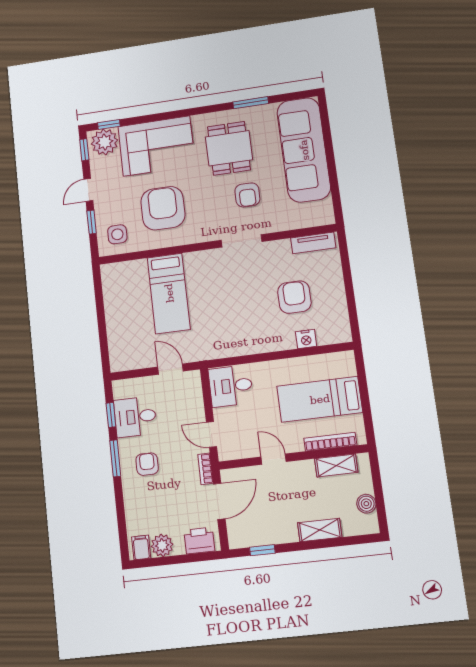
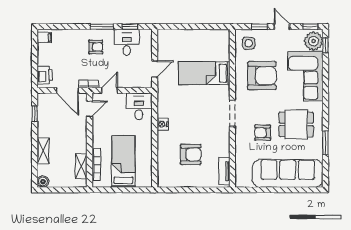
doorway: (242, 241) -> (232, 113), moved
nightstand: (306, 339) -> (163, 124), moved
door: (274, 459) -> (90, 109), moved
boiler: (366, 504) -> (43, 182), moved
plant: (162, 545) -> (44, 51), removed

